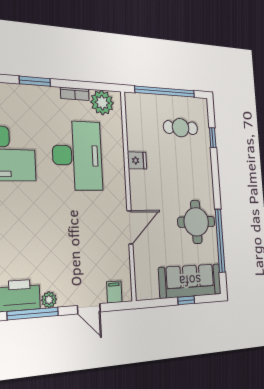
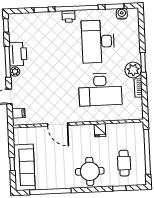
plant: (102, 103) -> (133, 70), moved
round table: (196, 222) -> (90, 171), moved

